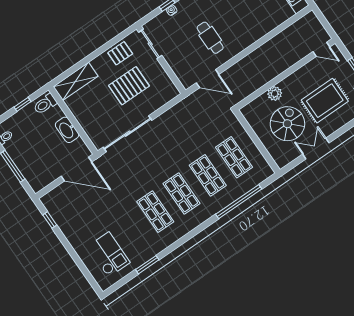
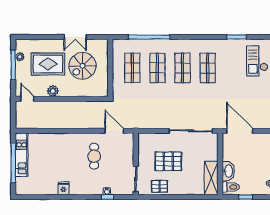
shelving: (76, 81) -> (211, 178), moved, turned 90
plant: (275, 94) -> (53, 91), moved
washbasin: (67, 130) -> (228, 171), moved

